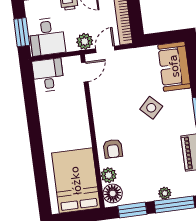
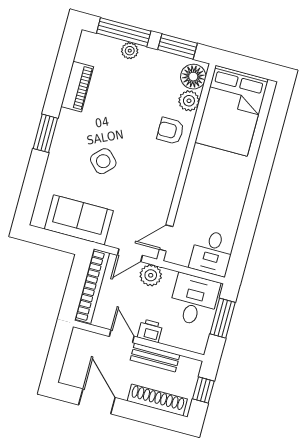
sofa: (174, 66) -> (79, 220), moved, turned -90
armchair: (113, 149) -> (170, 131), turned -90

